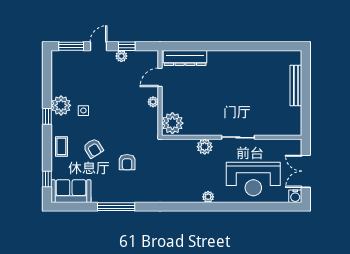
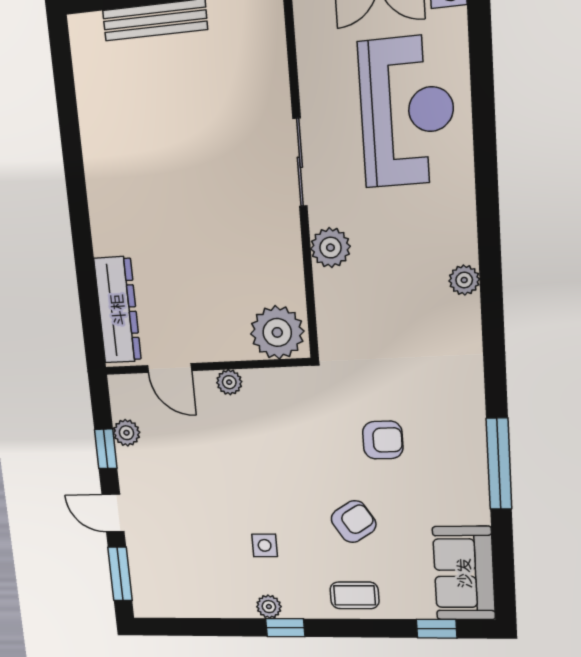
plant: (121, 56) -> (127, 433), moved
plant: (61, 105) -> (269, 607), width x0.53, depth x0.53
plant: (208, 197) -> (464, 280), moved

